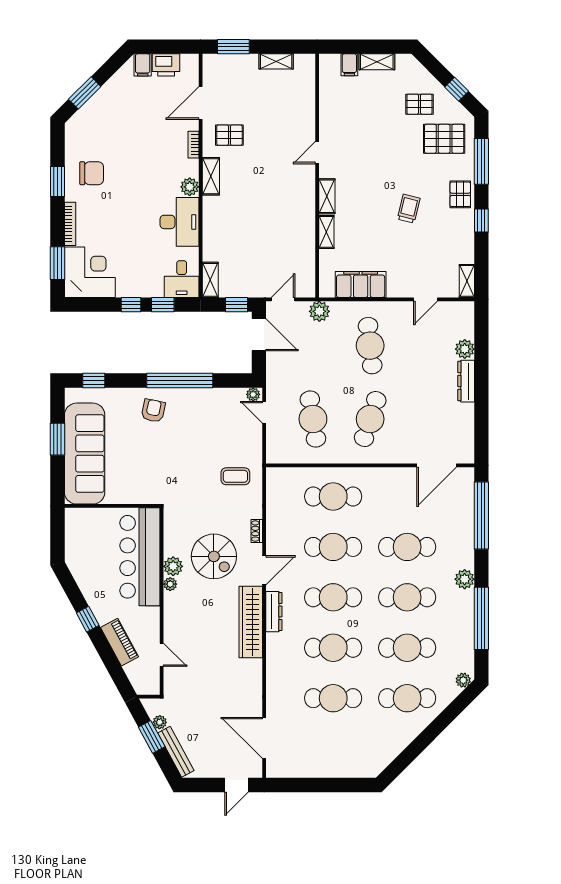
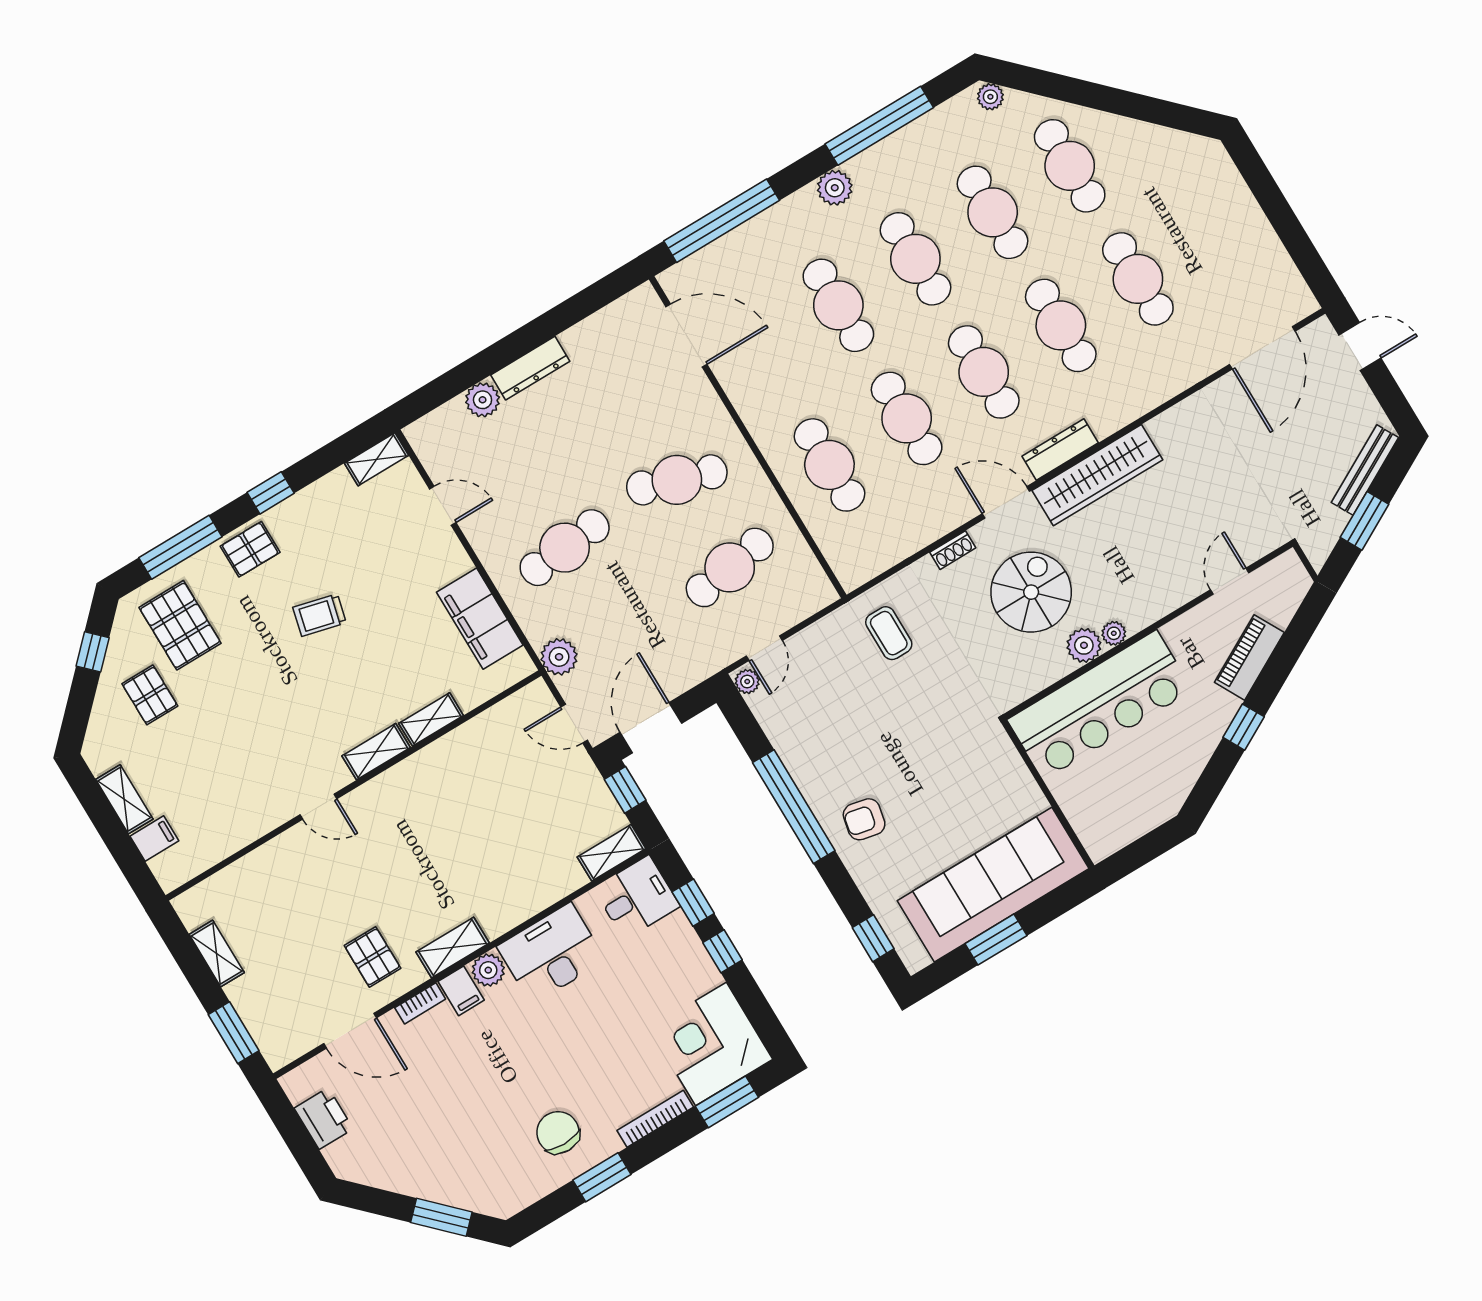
filing cabinet: (143, 65) -> (461, 991), moved, turned 90
plant: (160, 722) -> (1335, 522), removed

